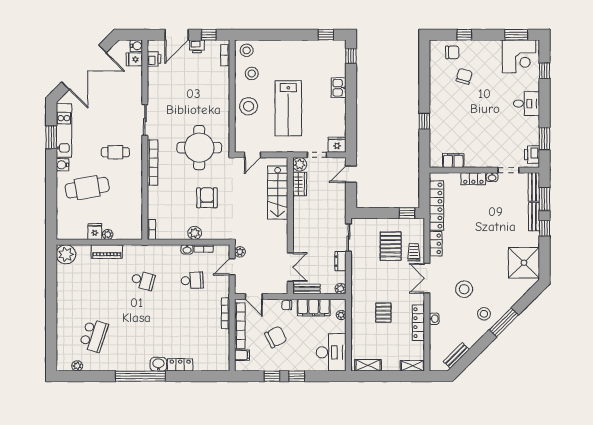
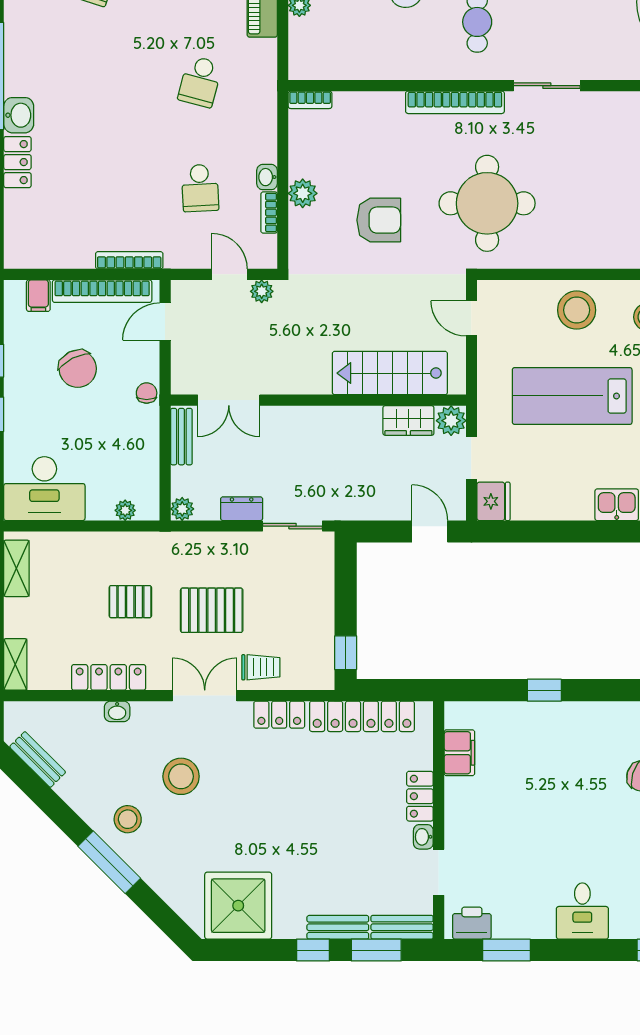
pallet: (391, 246) -> (212, 610), moved
filing cabinet: (314, 308) -> (141, 451), removed

